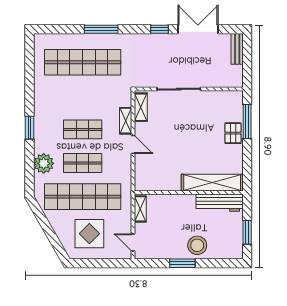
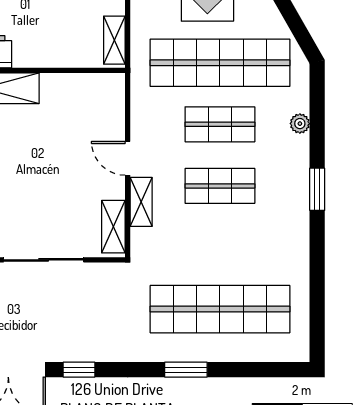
window: (101, 29) -> (186, 370), width x0.69
plant: (44, 163) -> (300, 124), width x0.53, depth x0.53

